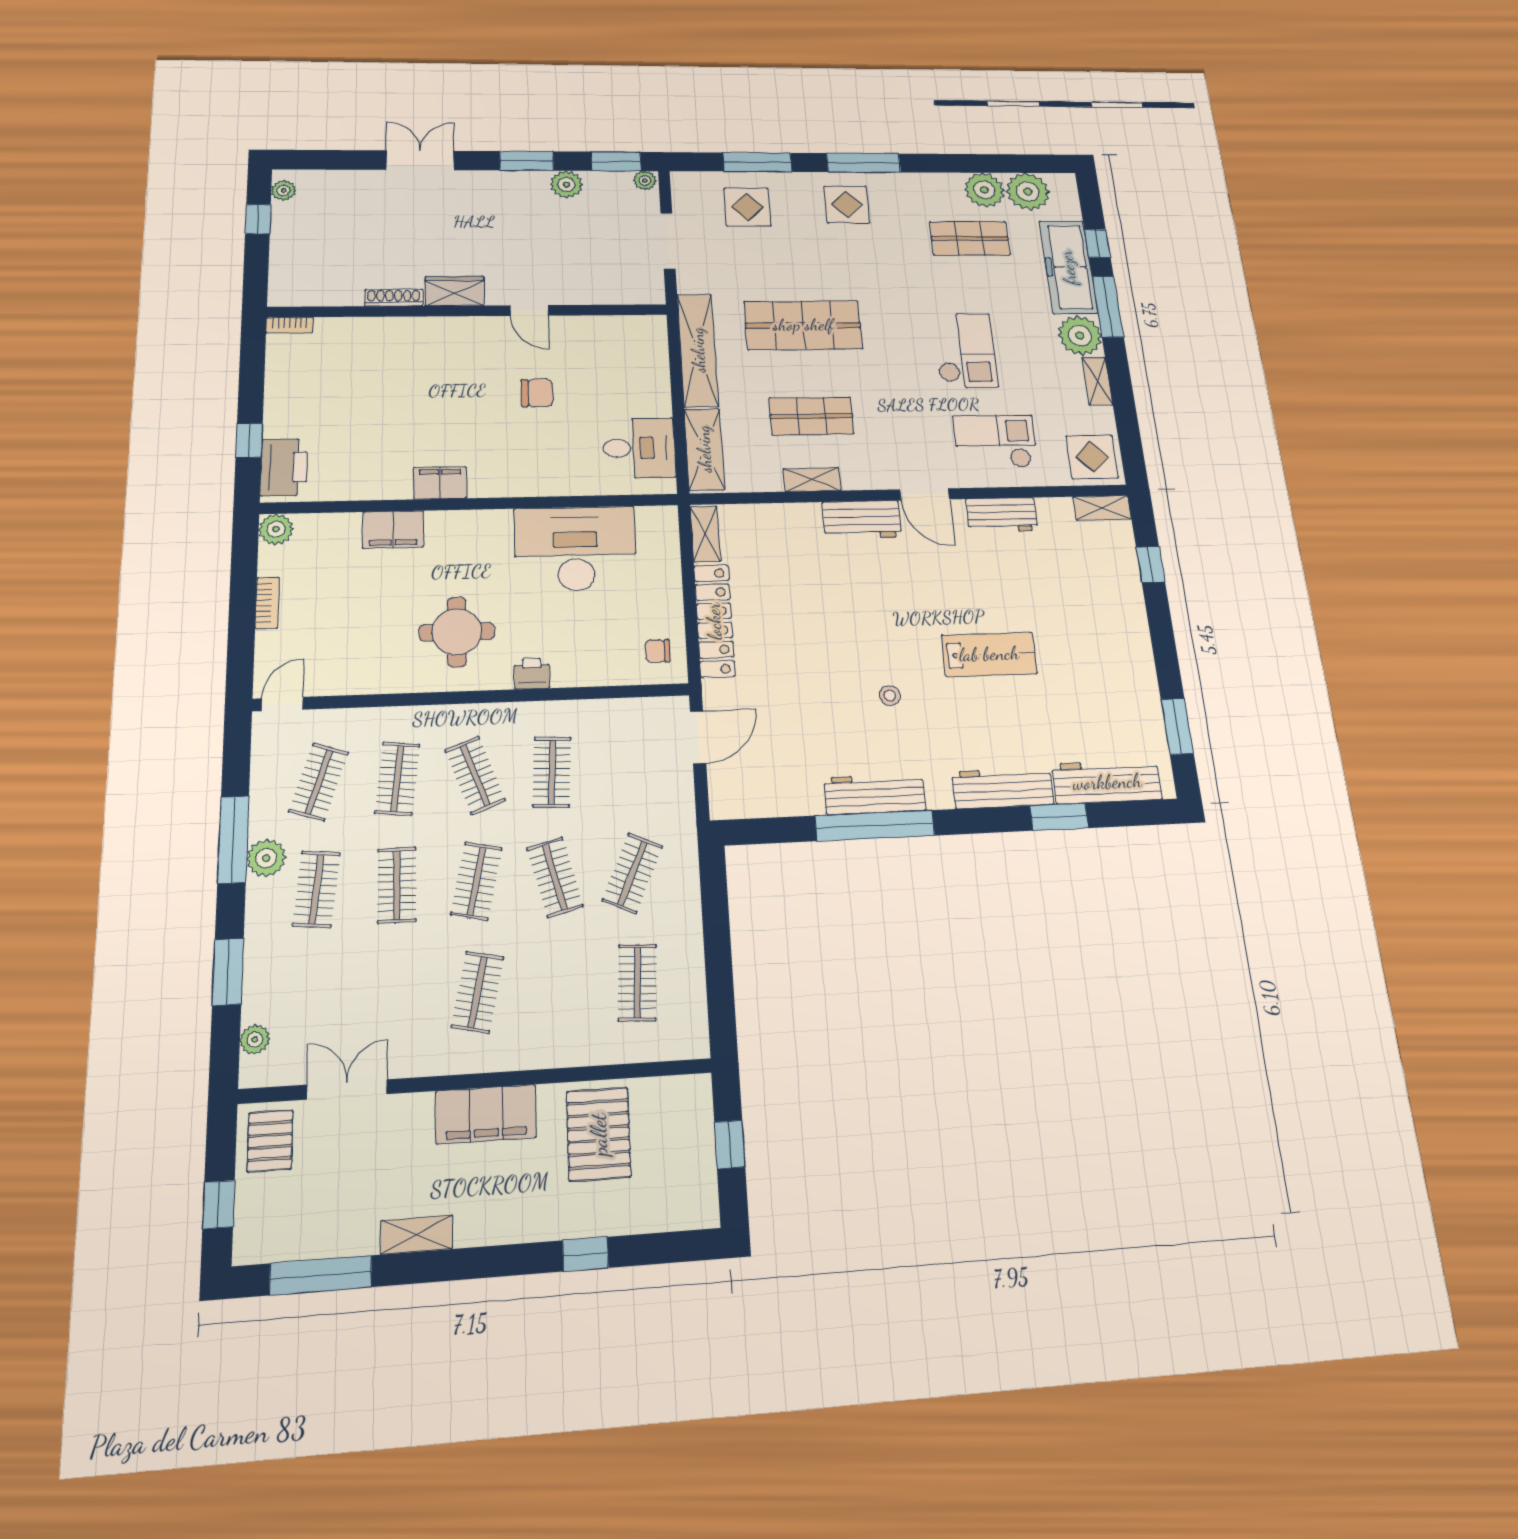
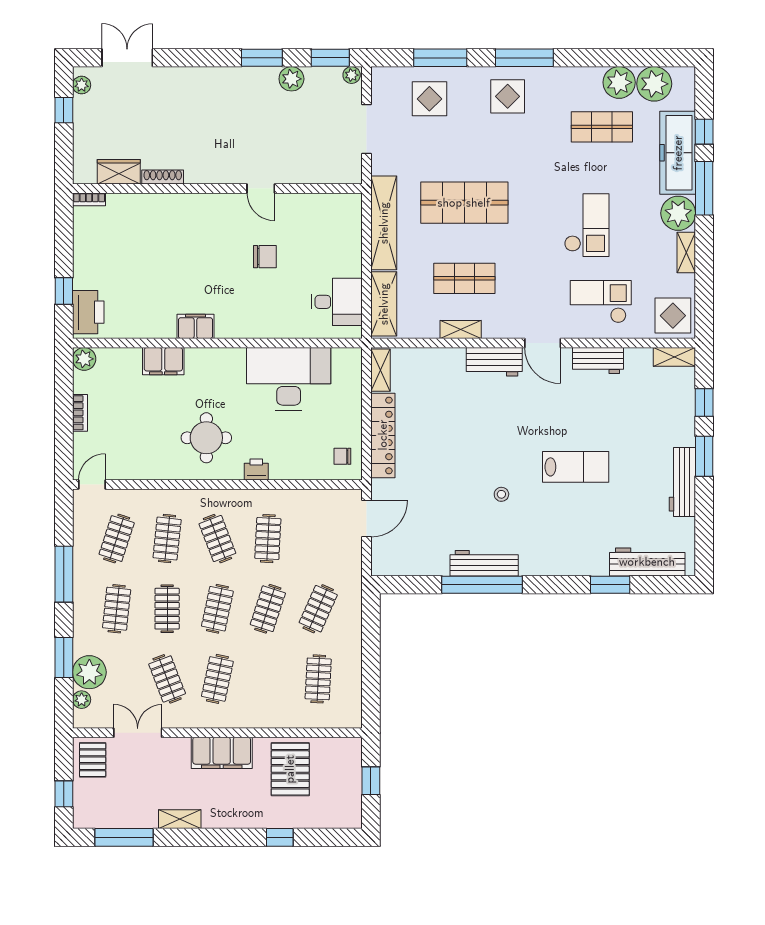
double door: (420, 160) -> (127, 58), moved
wardrobe: (454, 291) -> (119, 172), moved
window: (1177, 726) -> (704, 456), moved
workbench: (1003, 788) -> (682, 482), moved, turned -90
plant: (266, 858) -> (89, 672), moved, width x1.36, depth x1.36
clothes rail: (555, 877) -> (268, 609), turned 33
clothes rail: (396, 997) -> (167, 679), added

